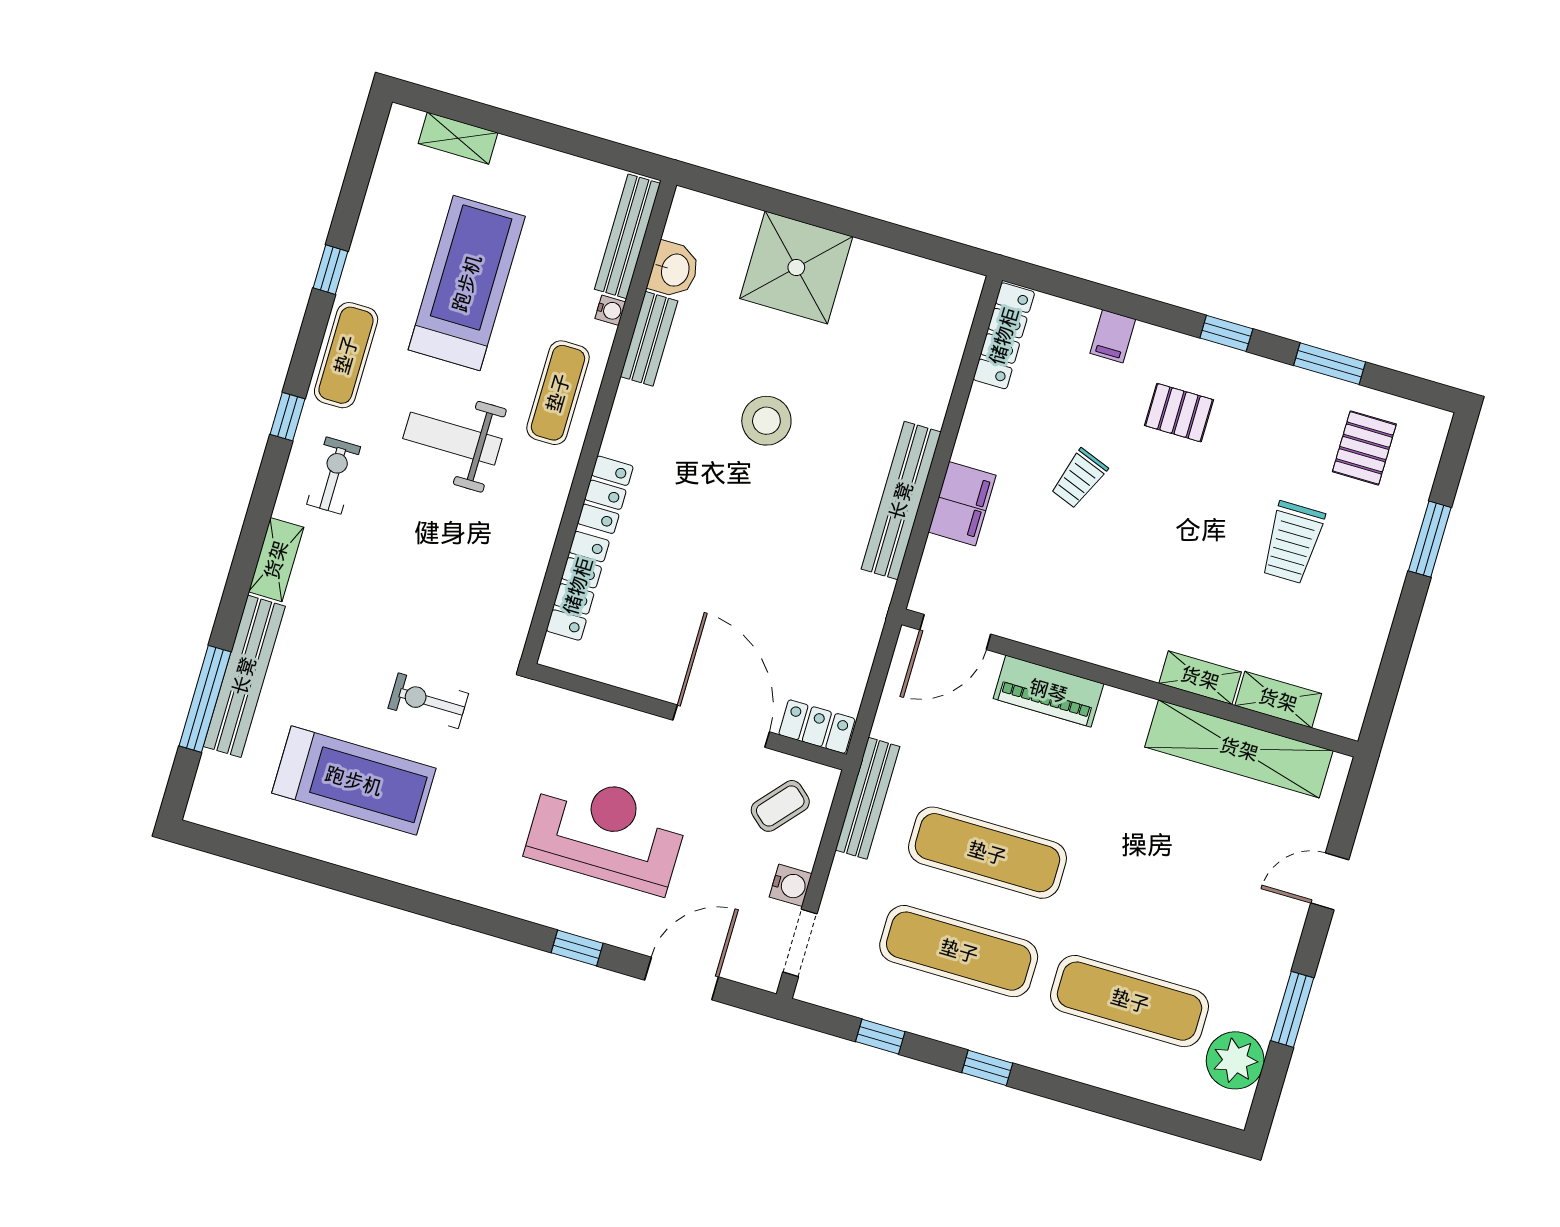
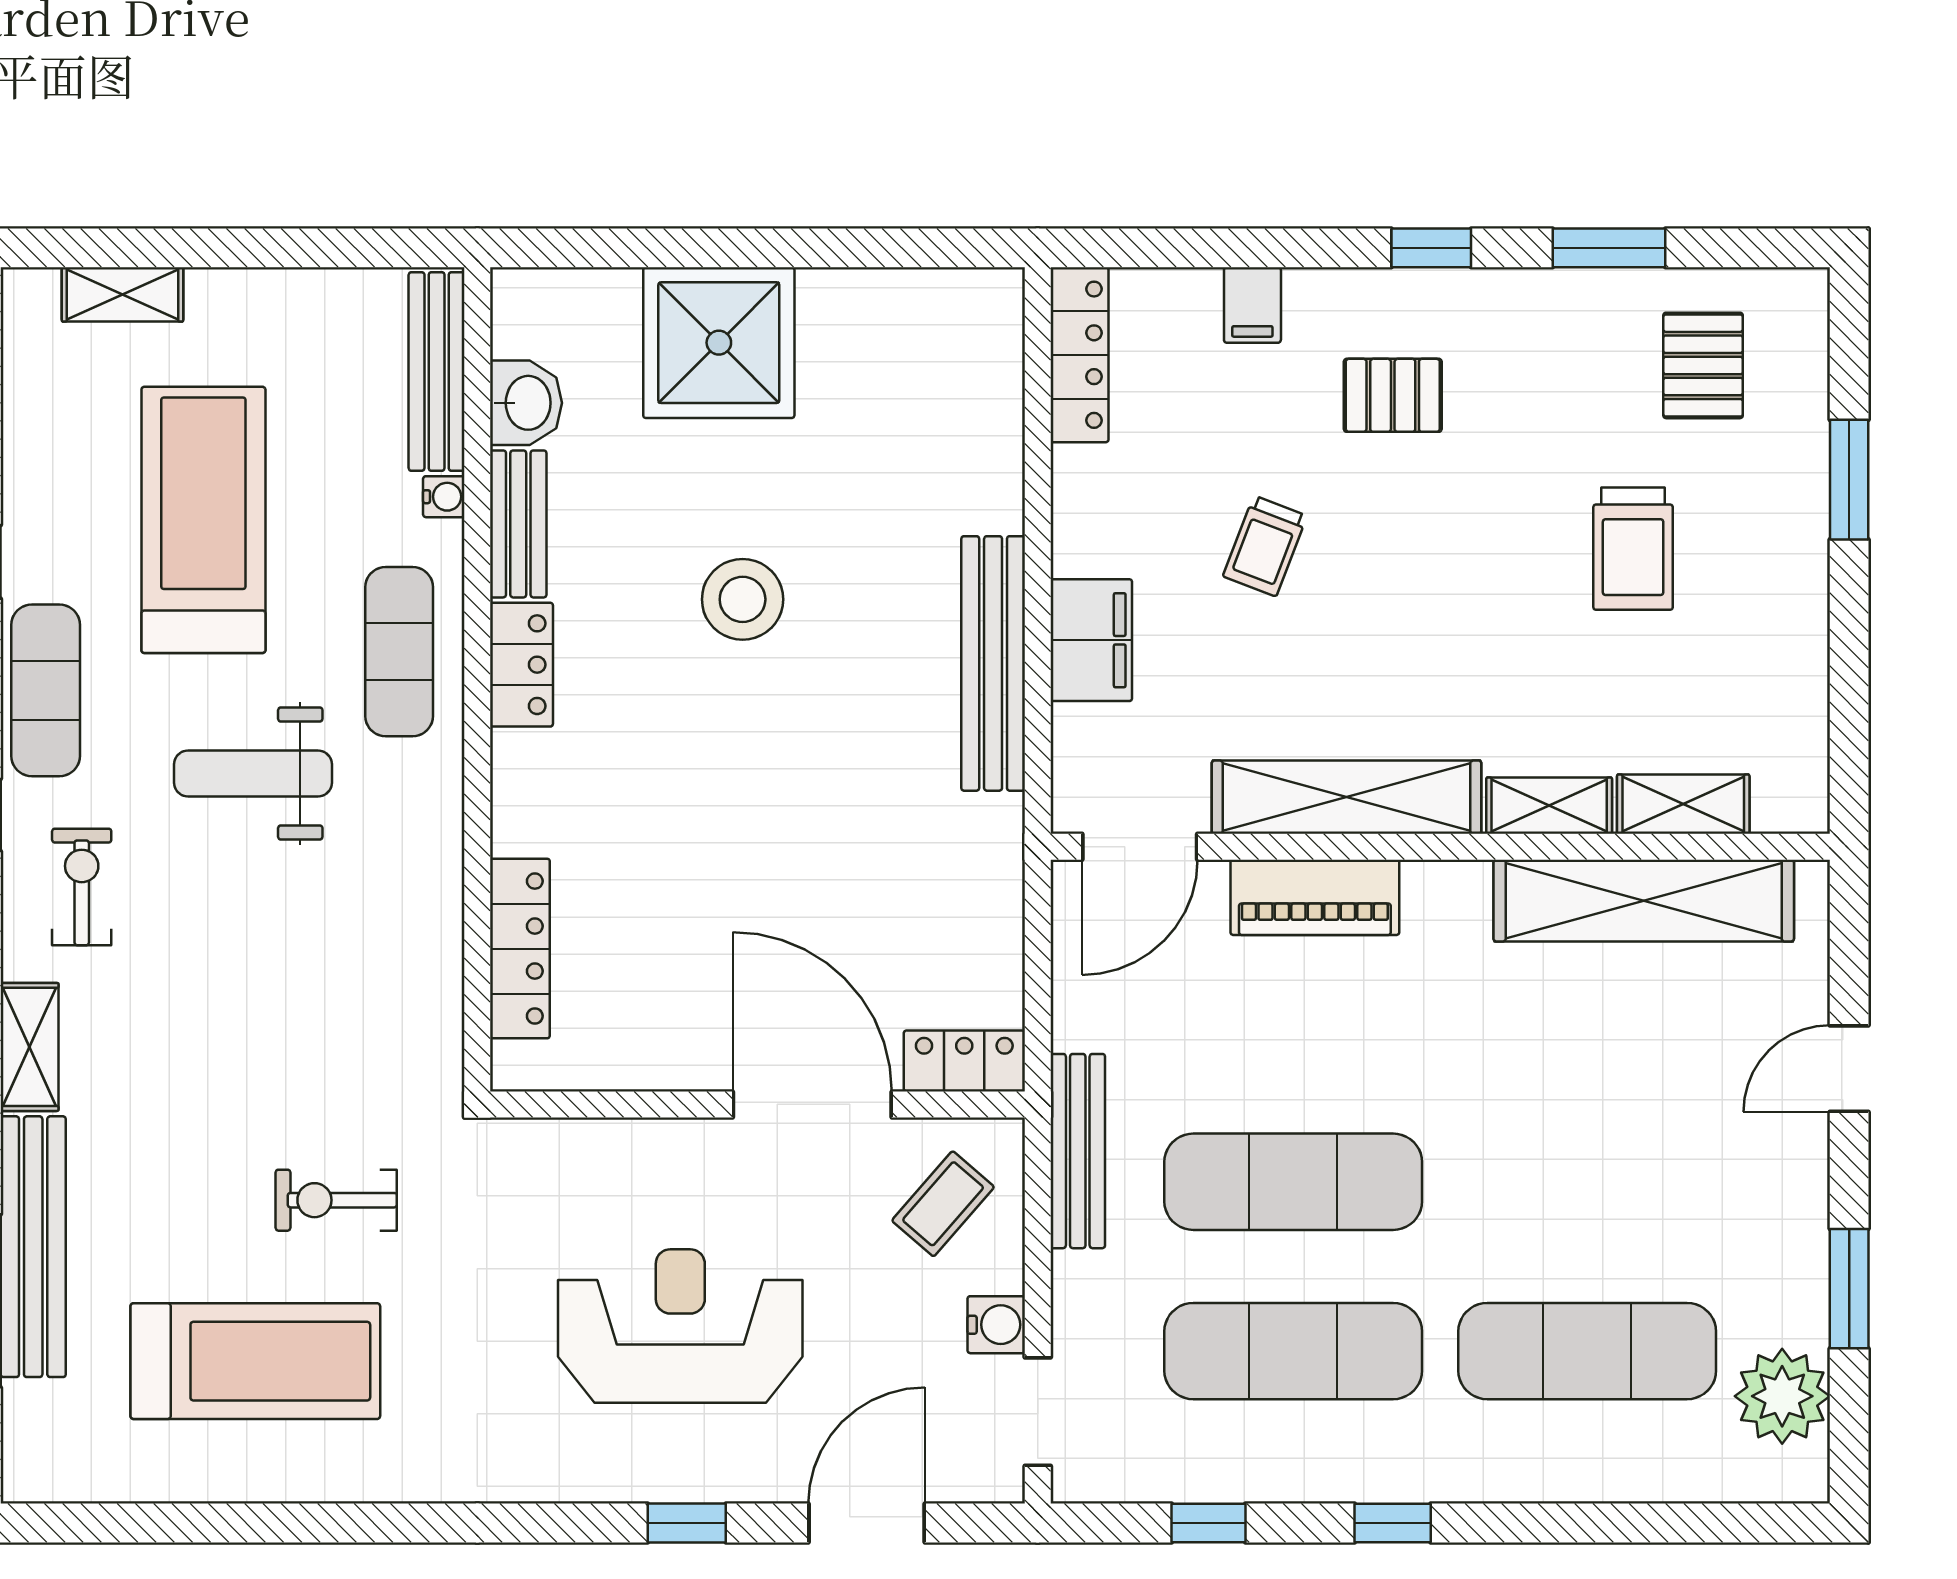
locker: (605, 495) -> (522, 665), moved
shelving: (1084, 638) -> (1347, 797), added

